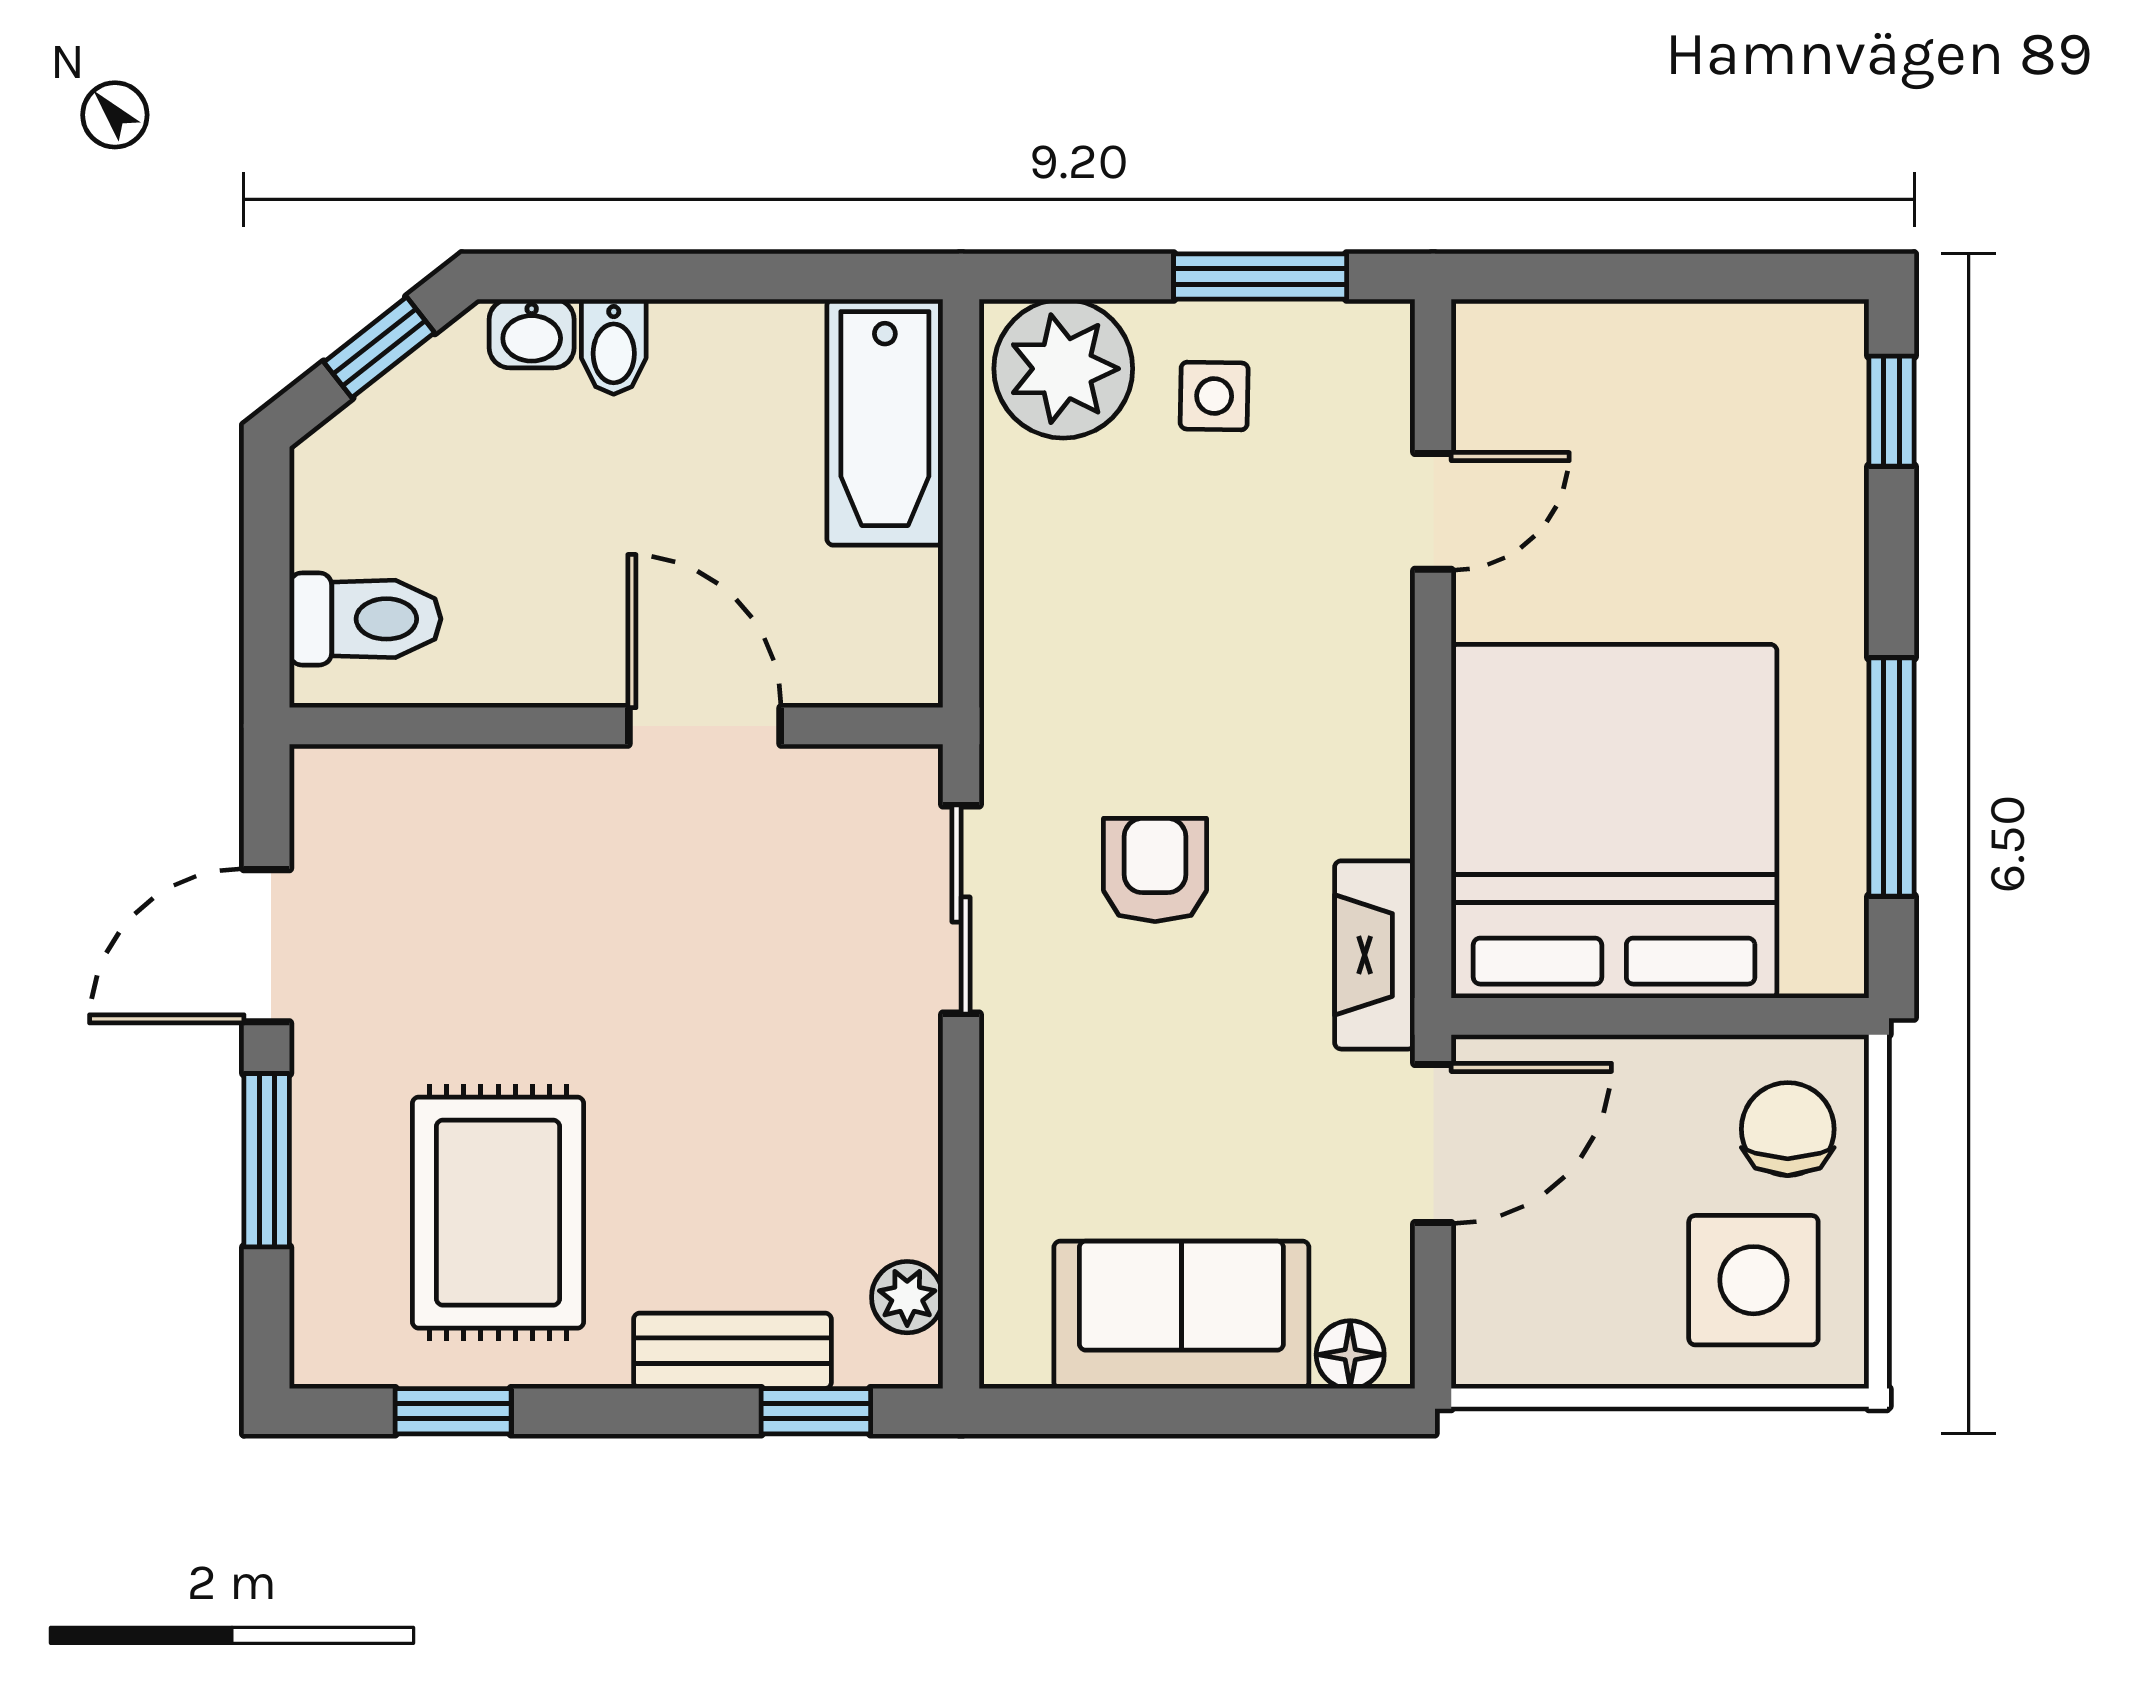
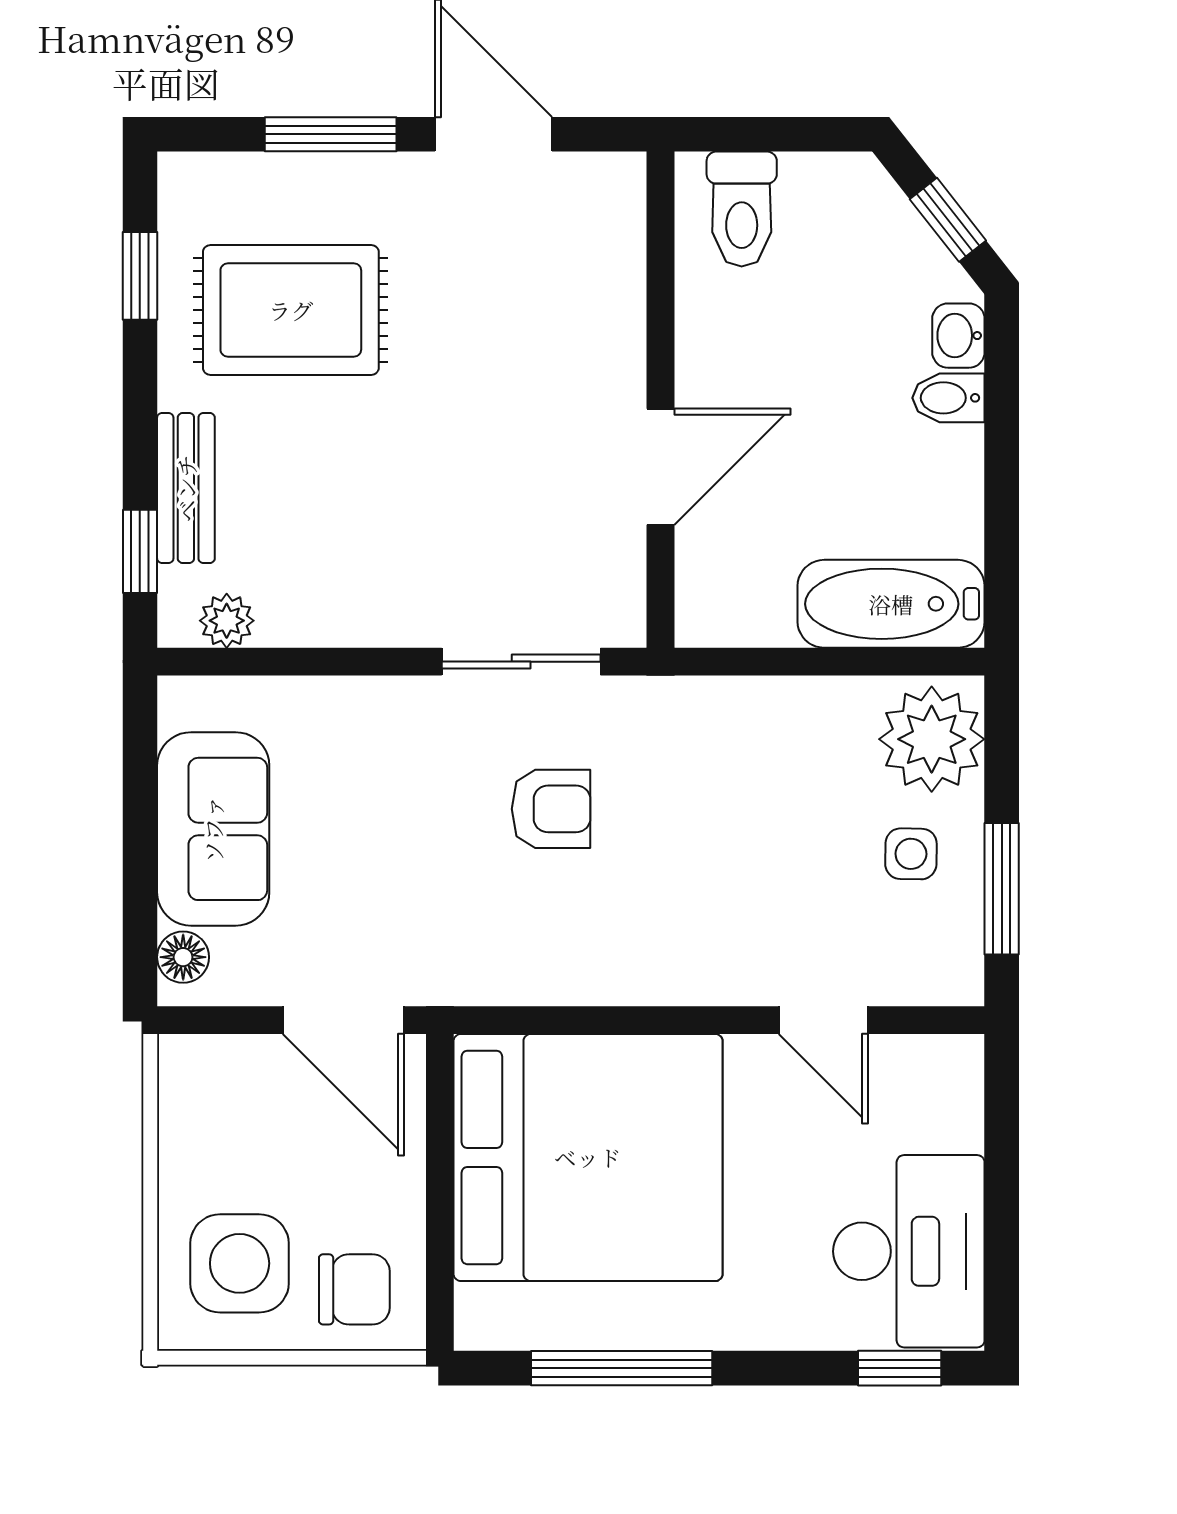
desk: (1738, 399) -> (909, 1251), added
fireplace: (1375, 955) -> (487, 976), removed

